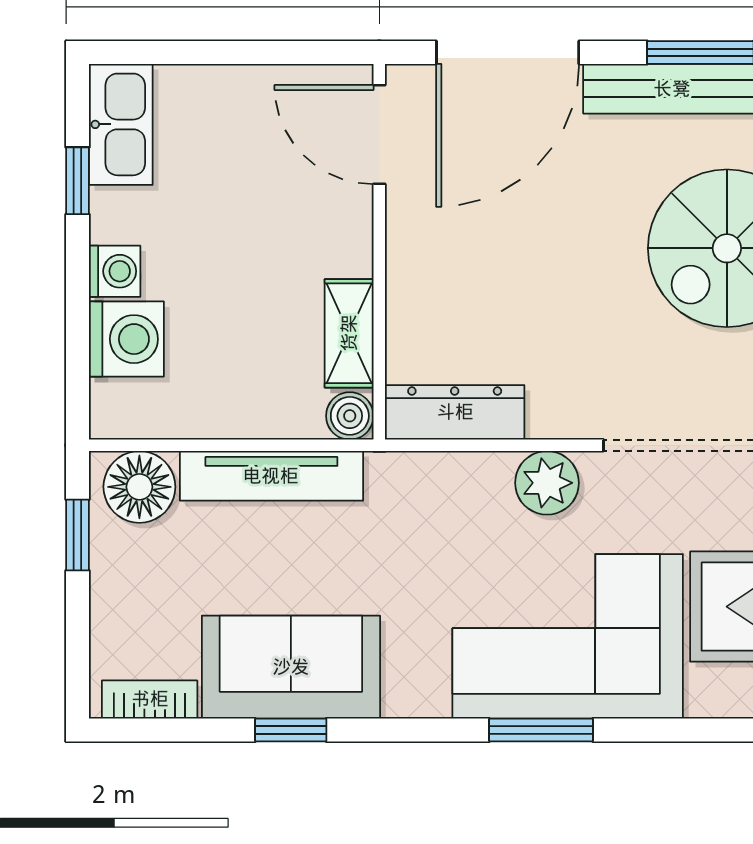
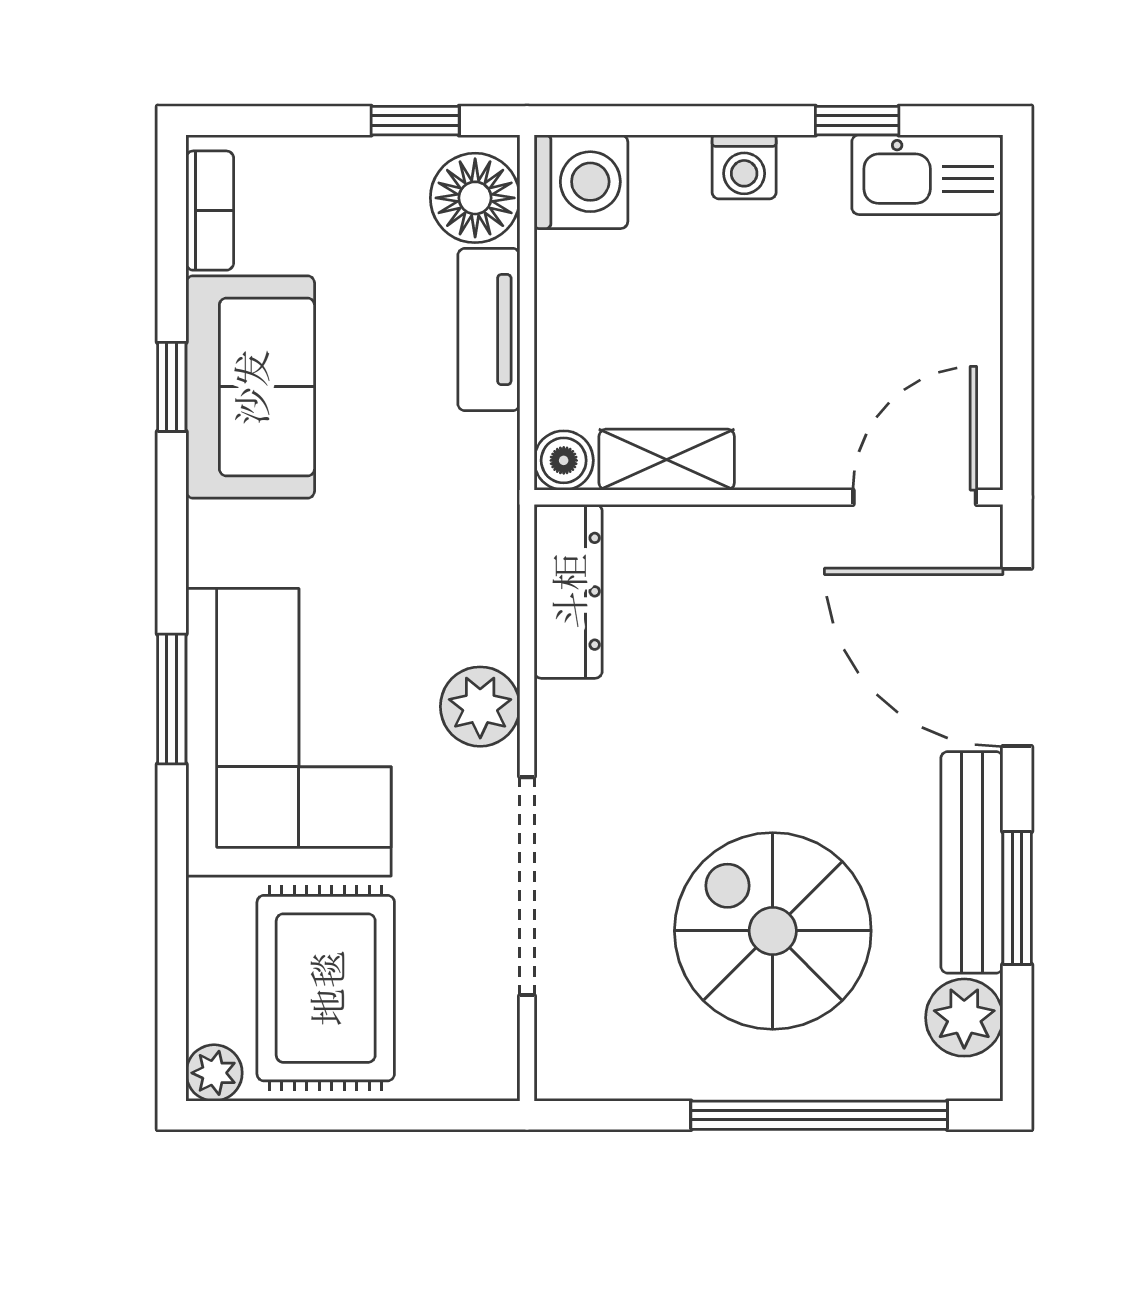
washing machine: (126, 339) -> (581, 182), moved, turned -90
tv unit: (271, 476) -> (489, 330), width x0.71

